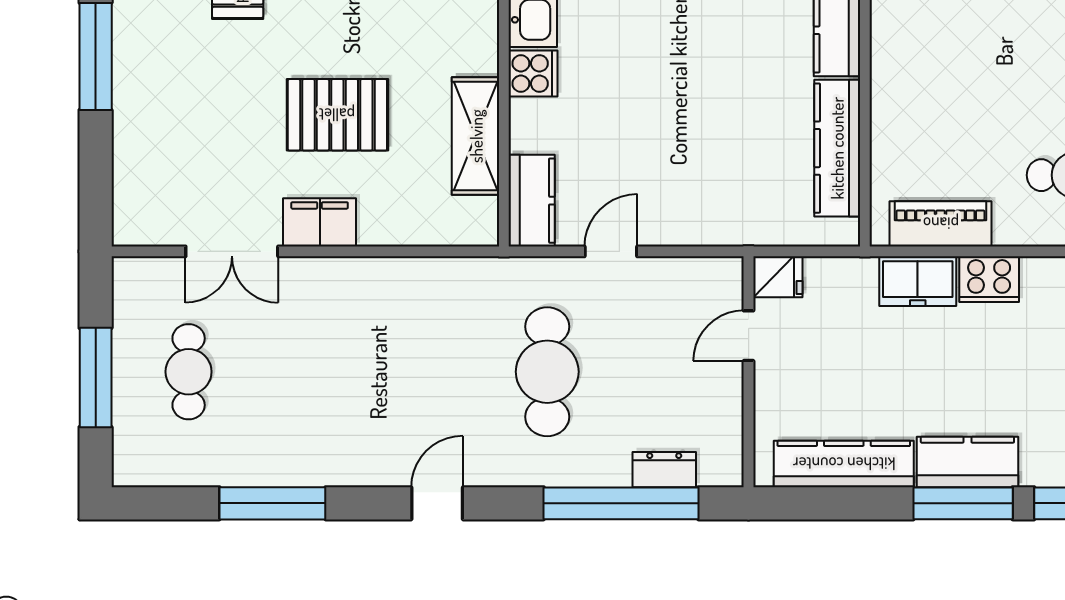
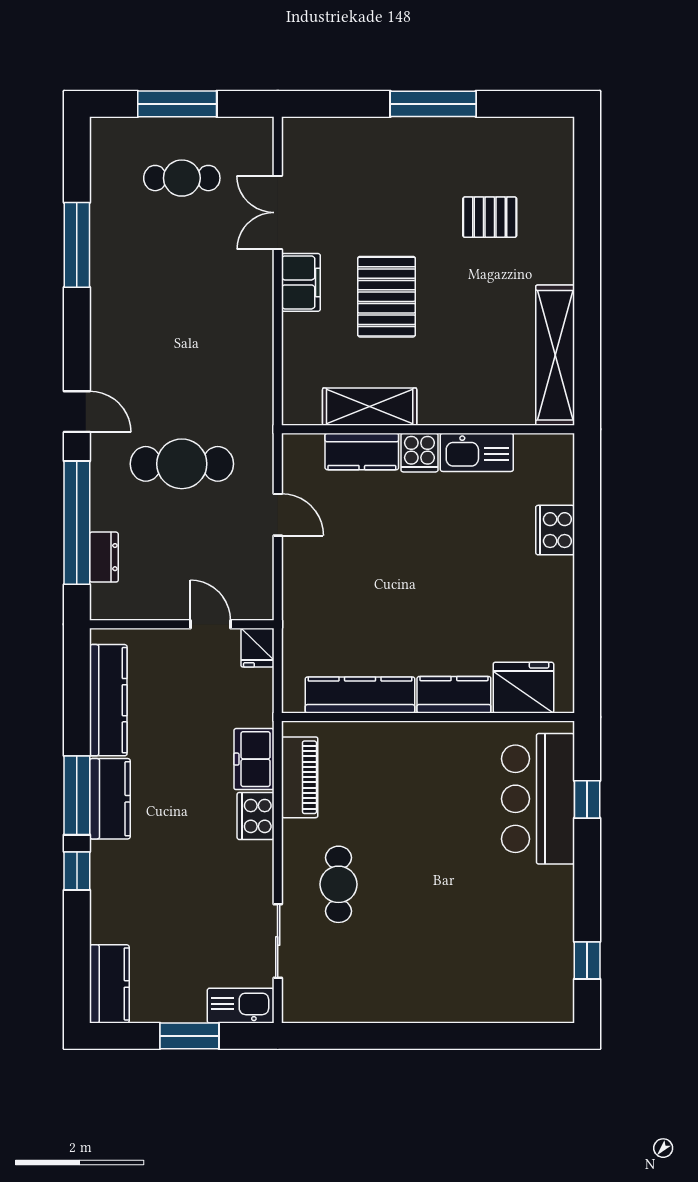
kitchen counter: (532, 201) -> (362, 451), moved
door: (437, 503) -> (77, 412), moved

